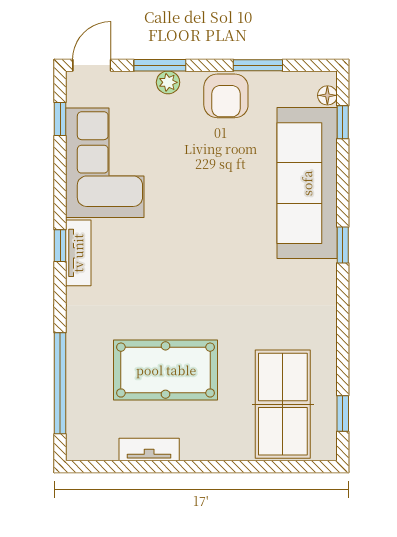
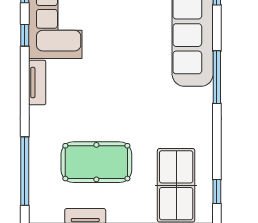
window: (343, 245) -> (217, 77), width x2.17
window: (60, 246) -> (25, 35), moved

